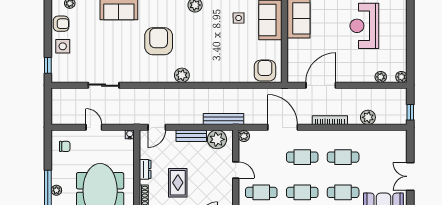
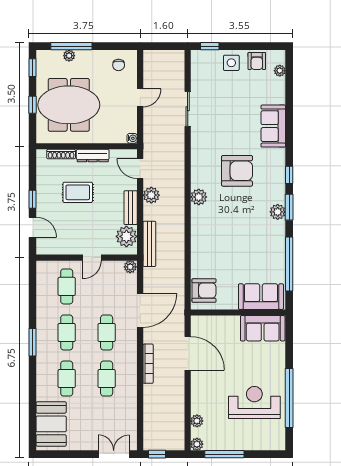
side table: (239, 18) -> (263, 261), removed
window: (410, 52) -> (224, 454), added
plant: (368, 117) -> (151, 195), moved
dresser: (145, 169) -> (93, 156), width x1.44
double door: (410, 176) -> (114, 454), moved

